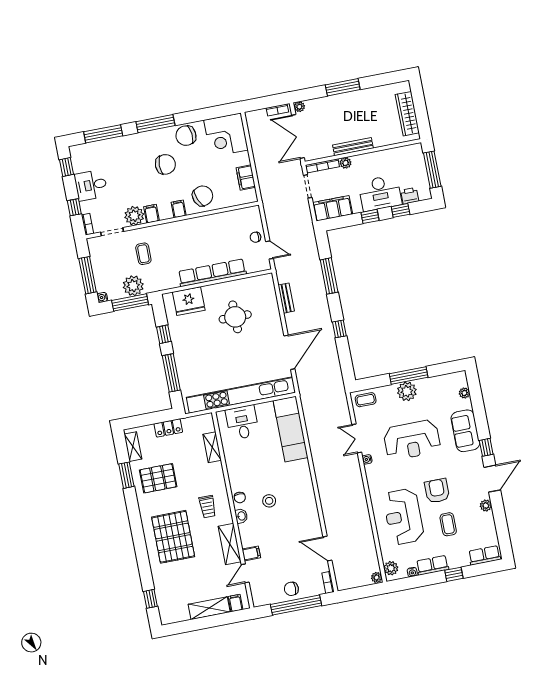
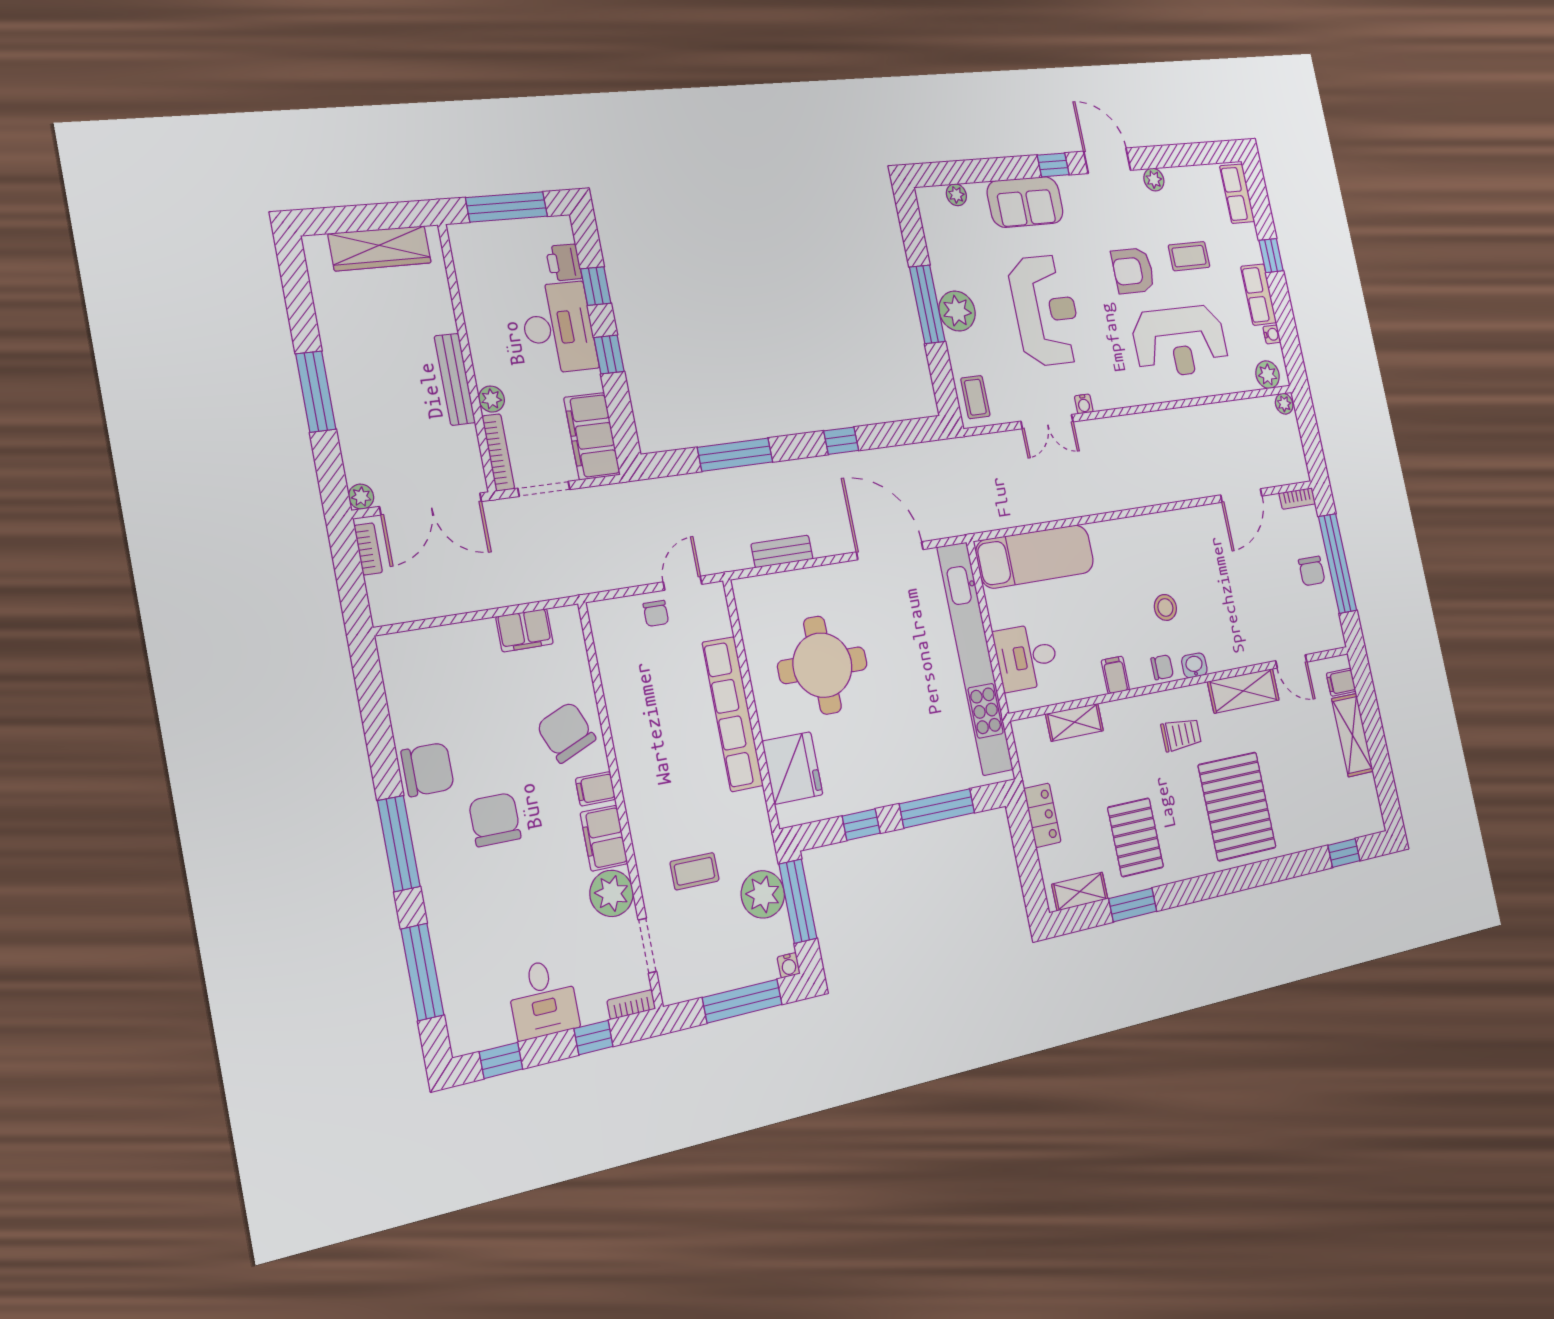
corner desk: (226, 135) -> (427, 673), removed
chair: (186, 136) -> (428, 769), turned -85
filing cabinet: (151, 214) -> (604, 838), width x2.00
round table: (235, 317) -> (822, 665), width x1.36, depth x1.36
pallet: (173, 537) -> (1237, 806), turned 90
filing cabinet: (251, 553) -> (1115, 675), moved

